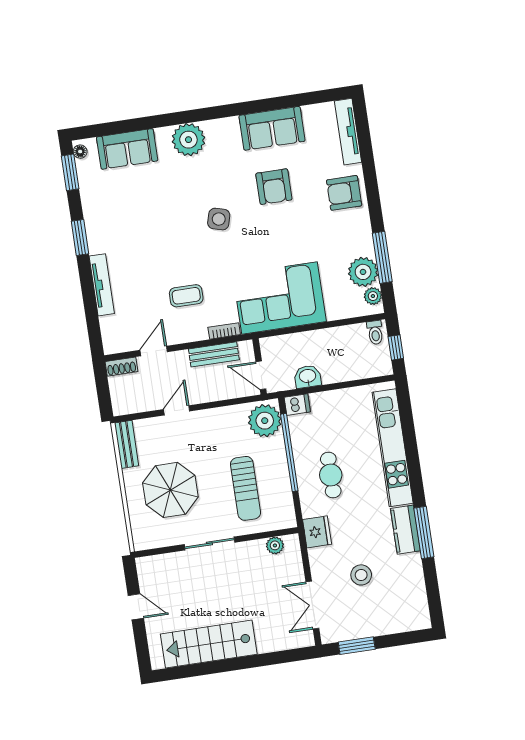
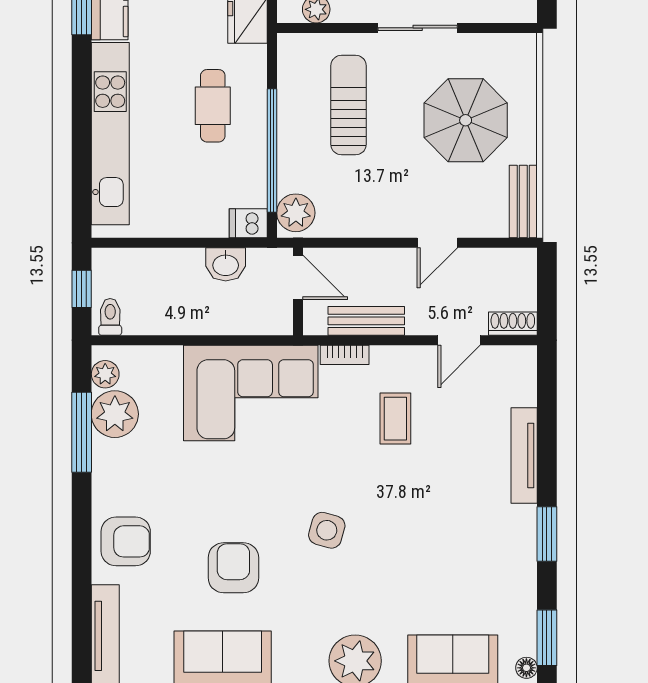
coffee table: (186, 296) -> (395, 419), turned 90
plant: (265, 421) -> (296, 213), width x0.73, depth x0.73

